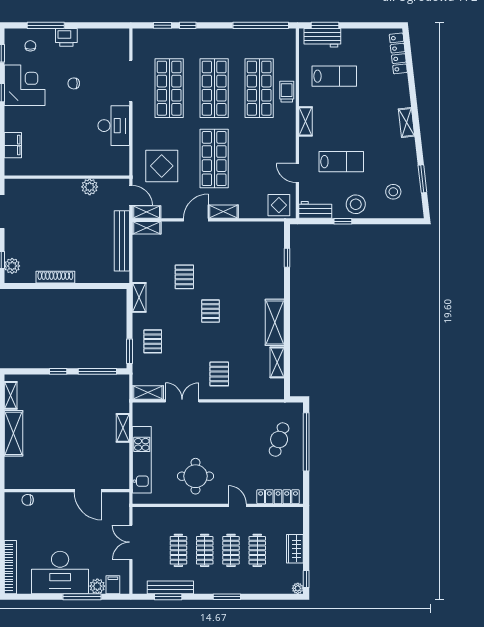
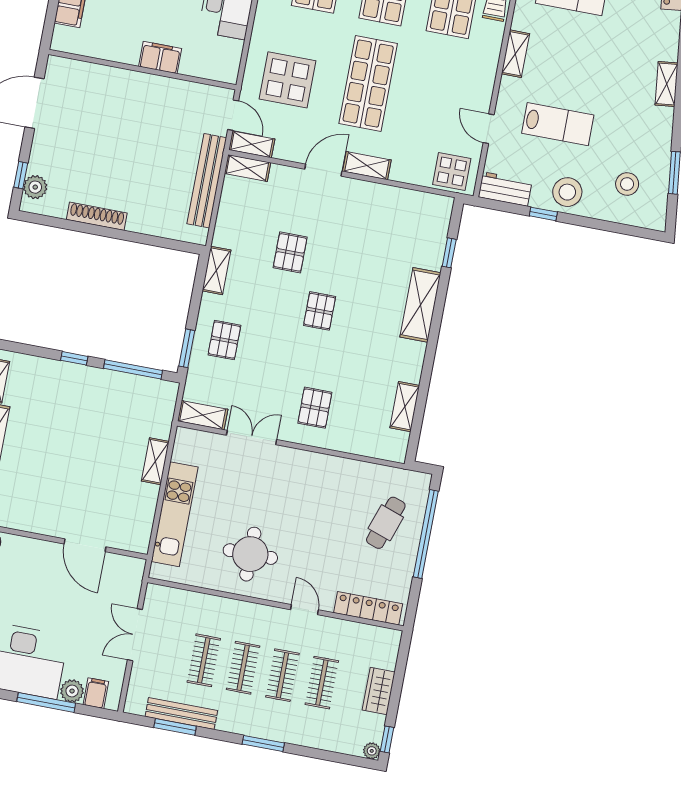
filing cabinet: (77, 167) -> (160, 58), added
plant: (90, 187) -> (174, 91), removed
shelving: (275, 322) -> (420, 305), moved

